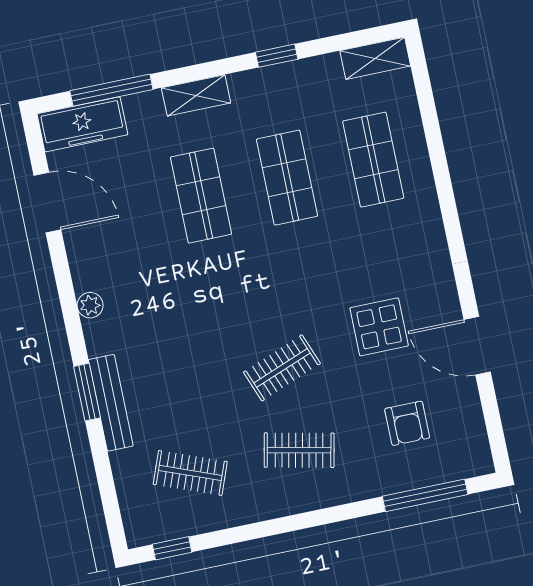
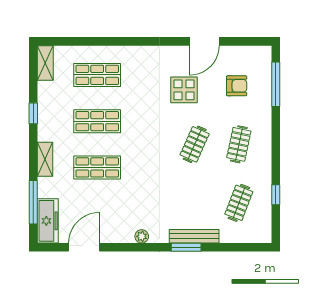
clothes rail: (282, 368) -> (195, 144), turned 45
window: (172, 548) -> (276, 195), moved

